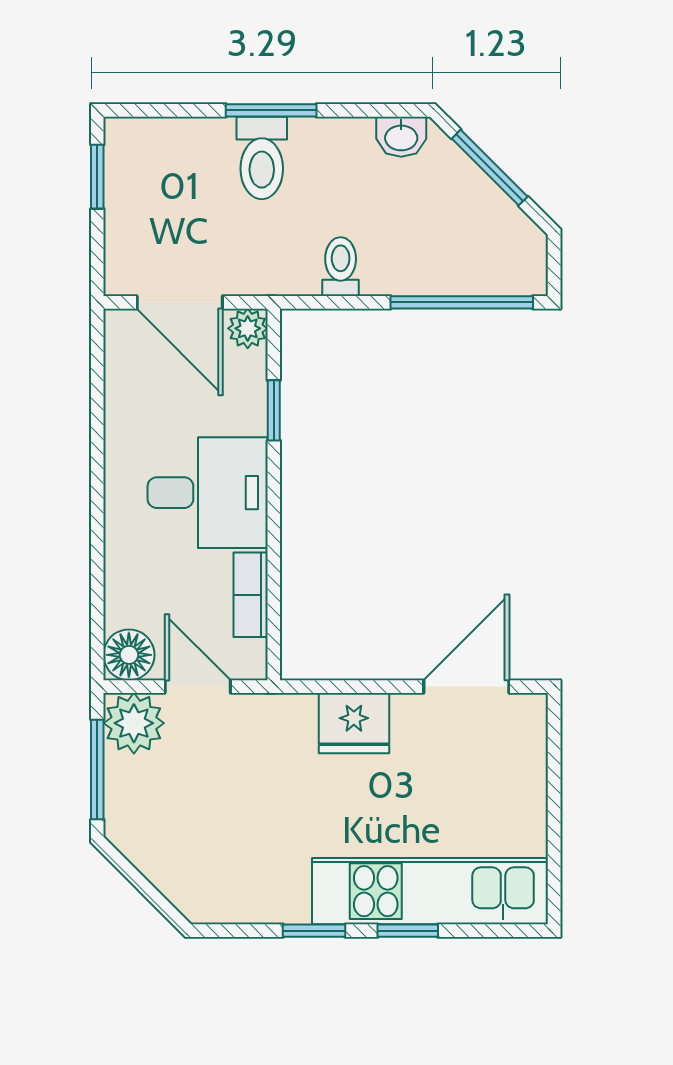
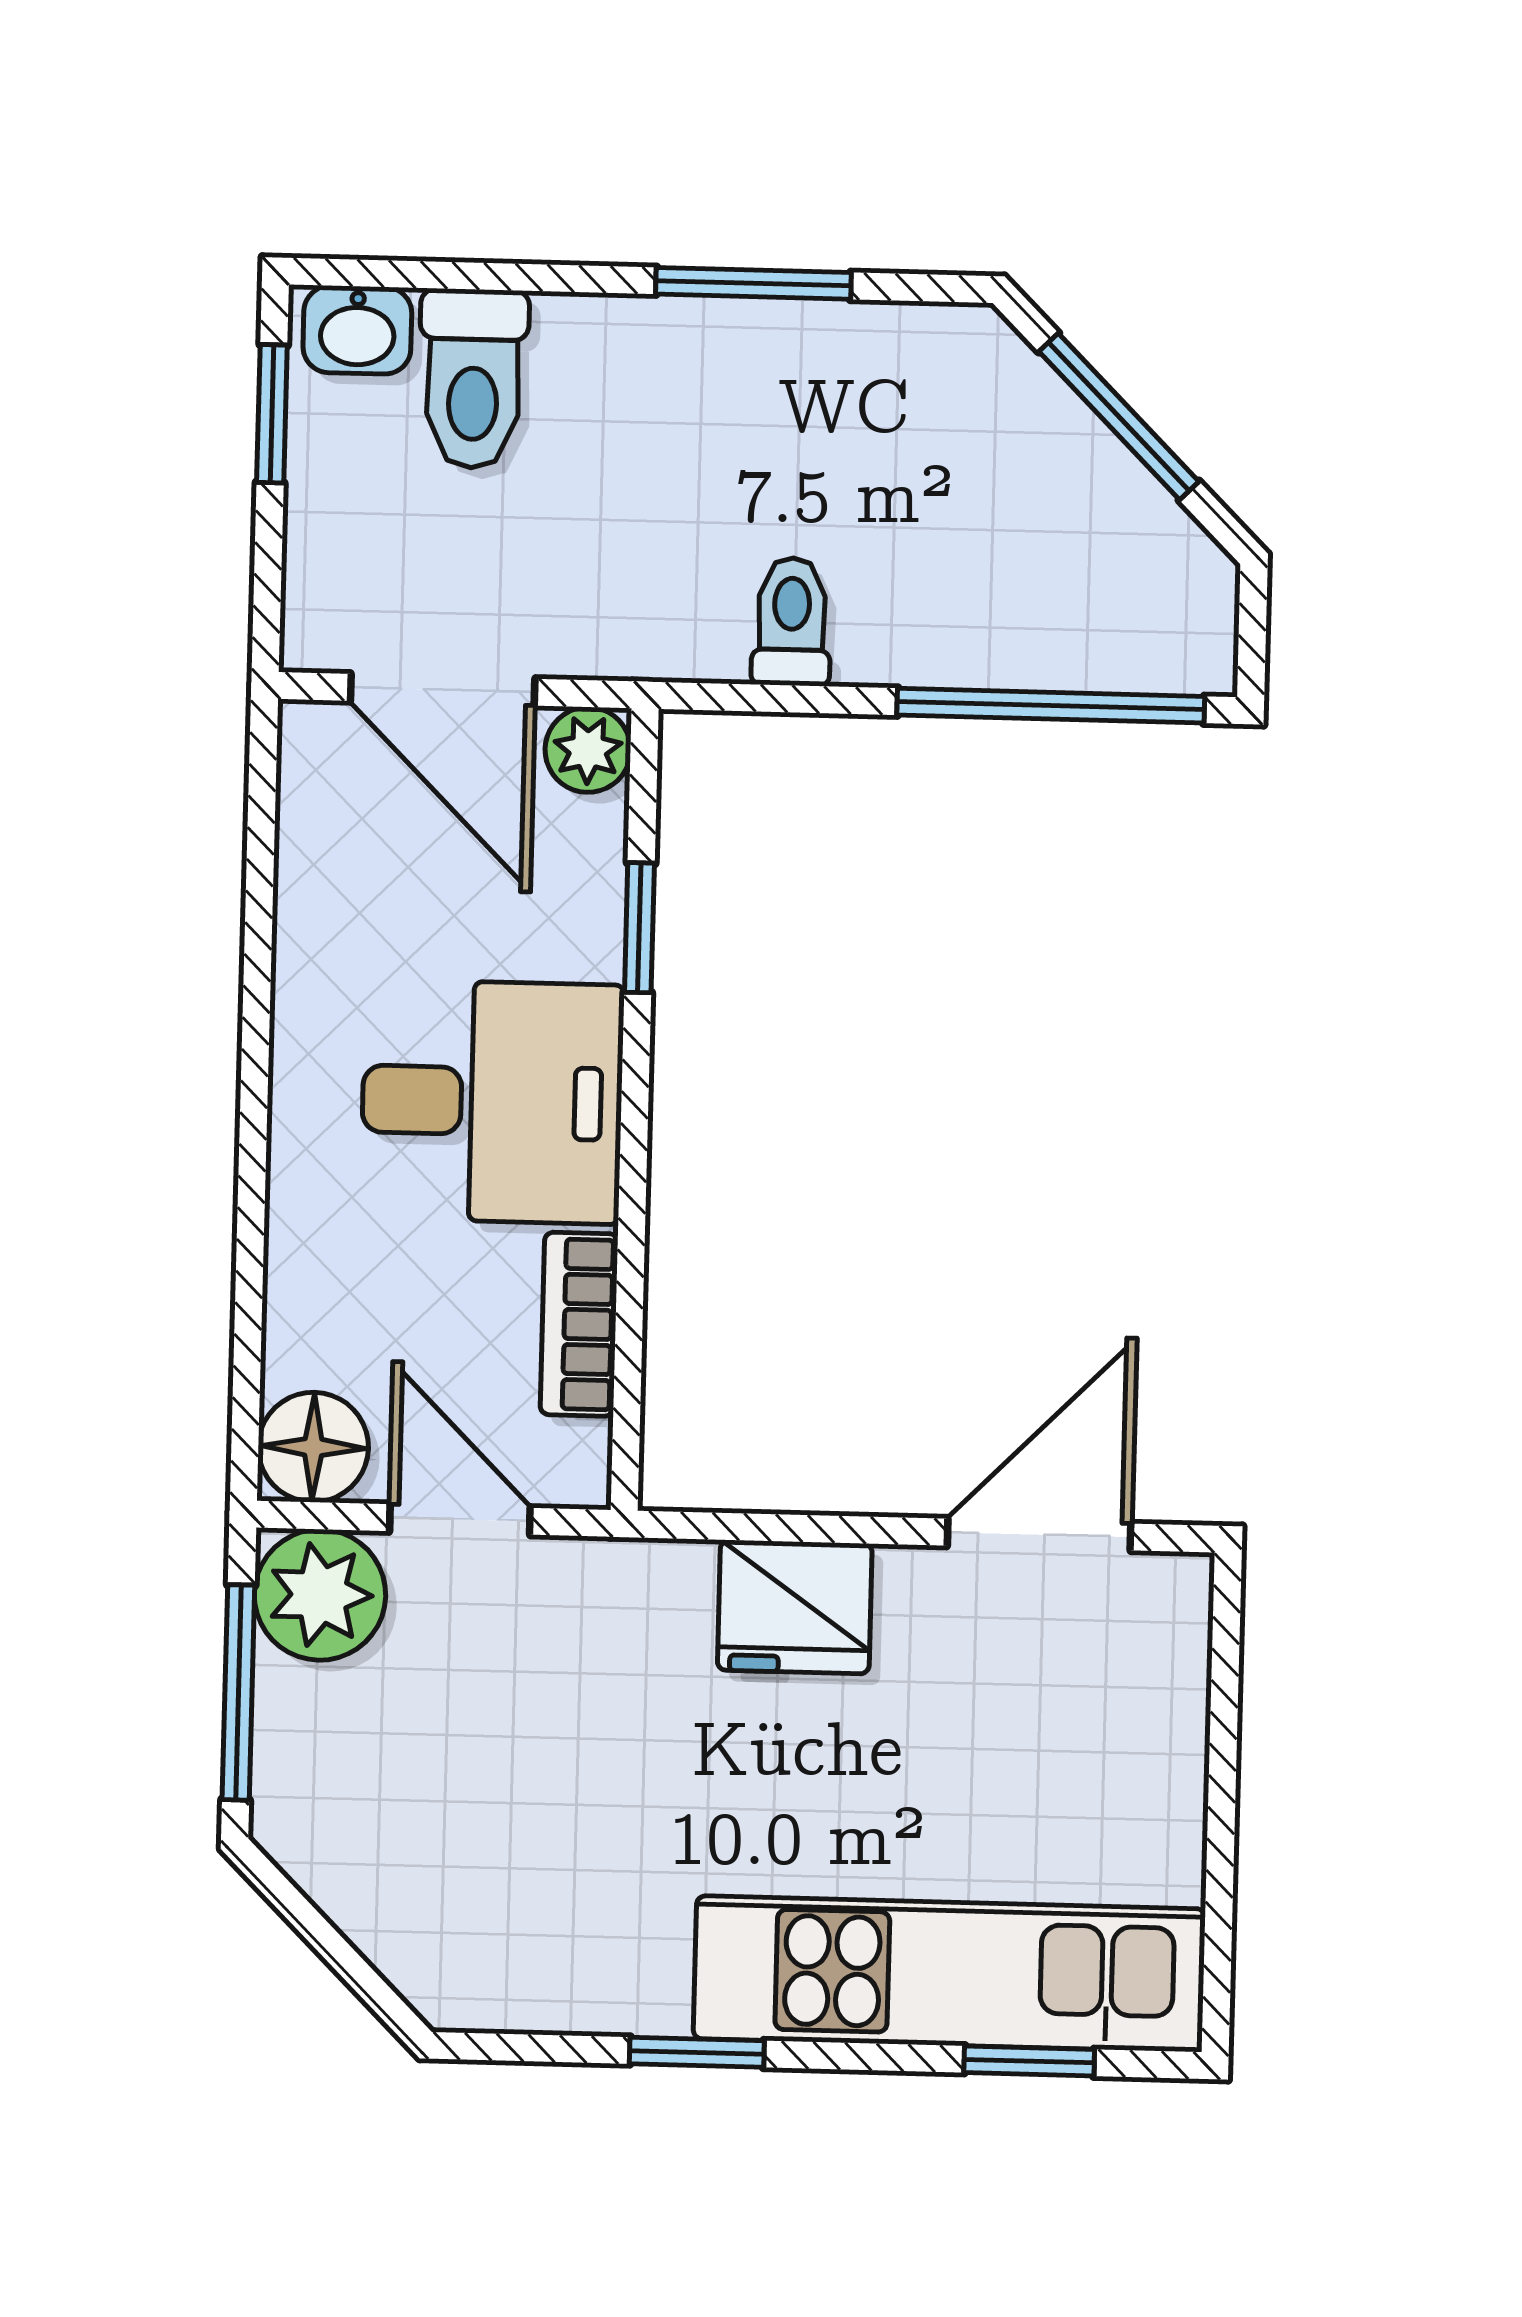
window: (271, 110) -> (753, 283), moved
washbasin: (401, 137) -> (357, 330), moved
toilet: (262, 158) -> (473, 379), moved
window: (408, 931) -> (1029, 2061), moved

